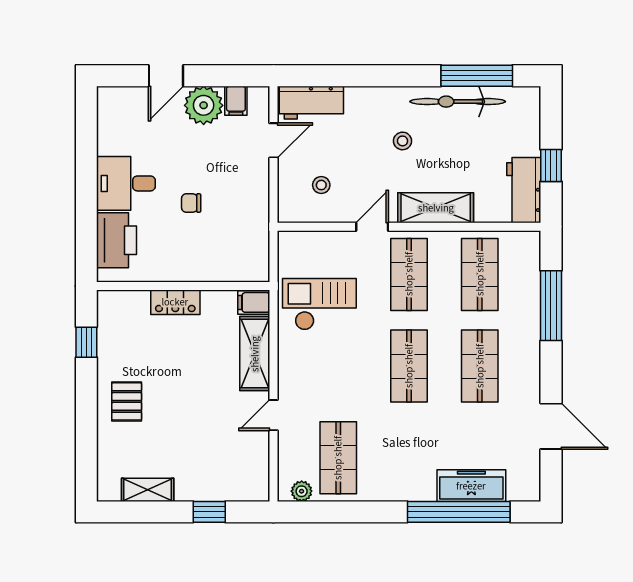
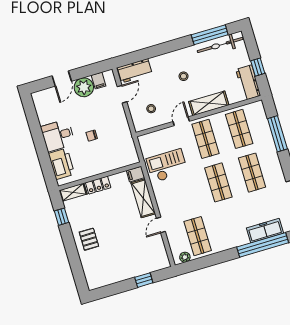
bicycle: (458, 102) -> (220, 45), moved
shelving: (148, 490) -> (73, 192), moved

